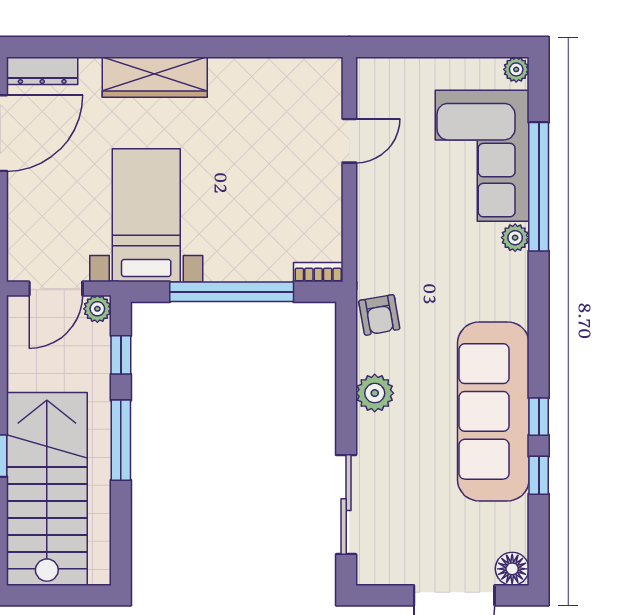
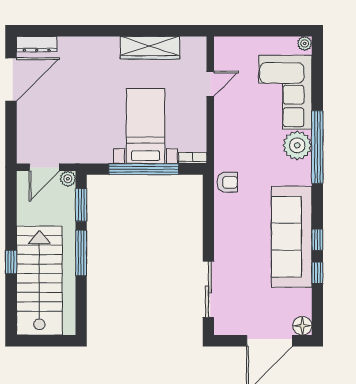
wardrobe: (155, 77) -> (150, 48), moved
window: (539, 187) -> (317, 147), moved
bed with nightstands: (146, 215) -> (145, 126), moved
plant: (515, 238) -> (297, 145), width x1.87, depth x1.87
armchair: (379, 315) -> (227, 182), turned -80
window: (121, 355) -> (81, 205), width x1.50
plant: (375, 393) -> (225, 226), removed

